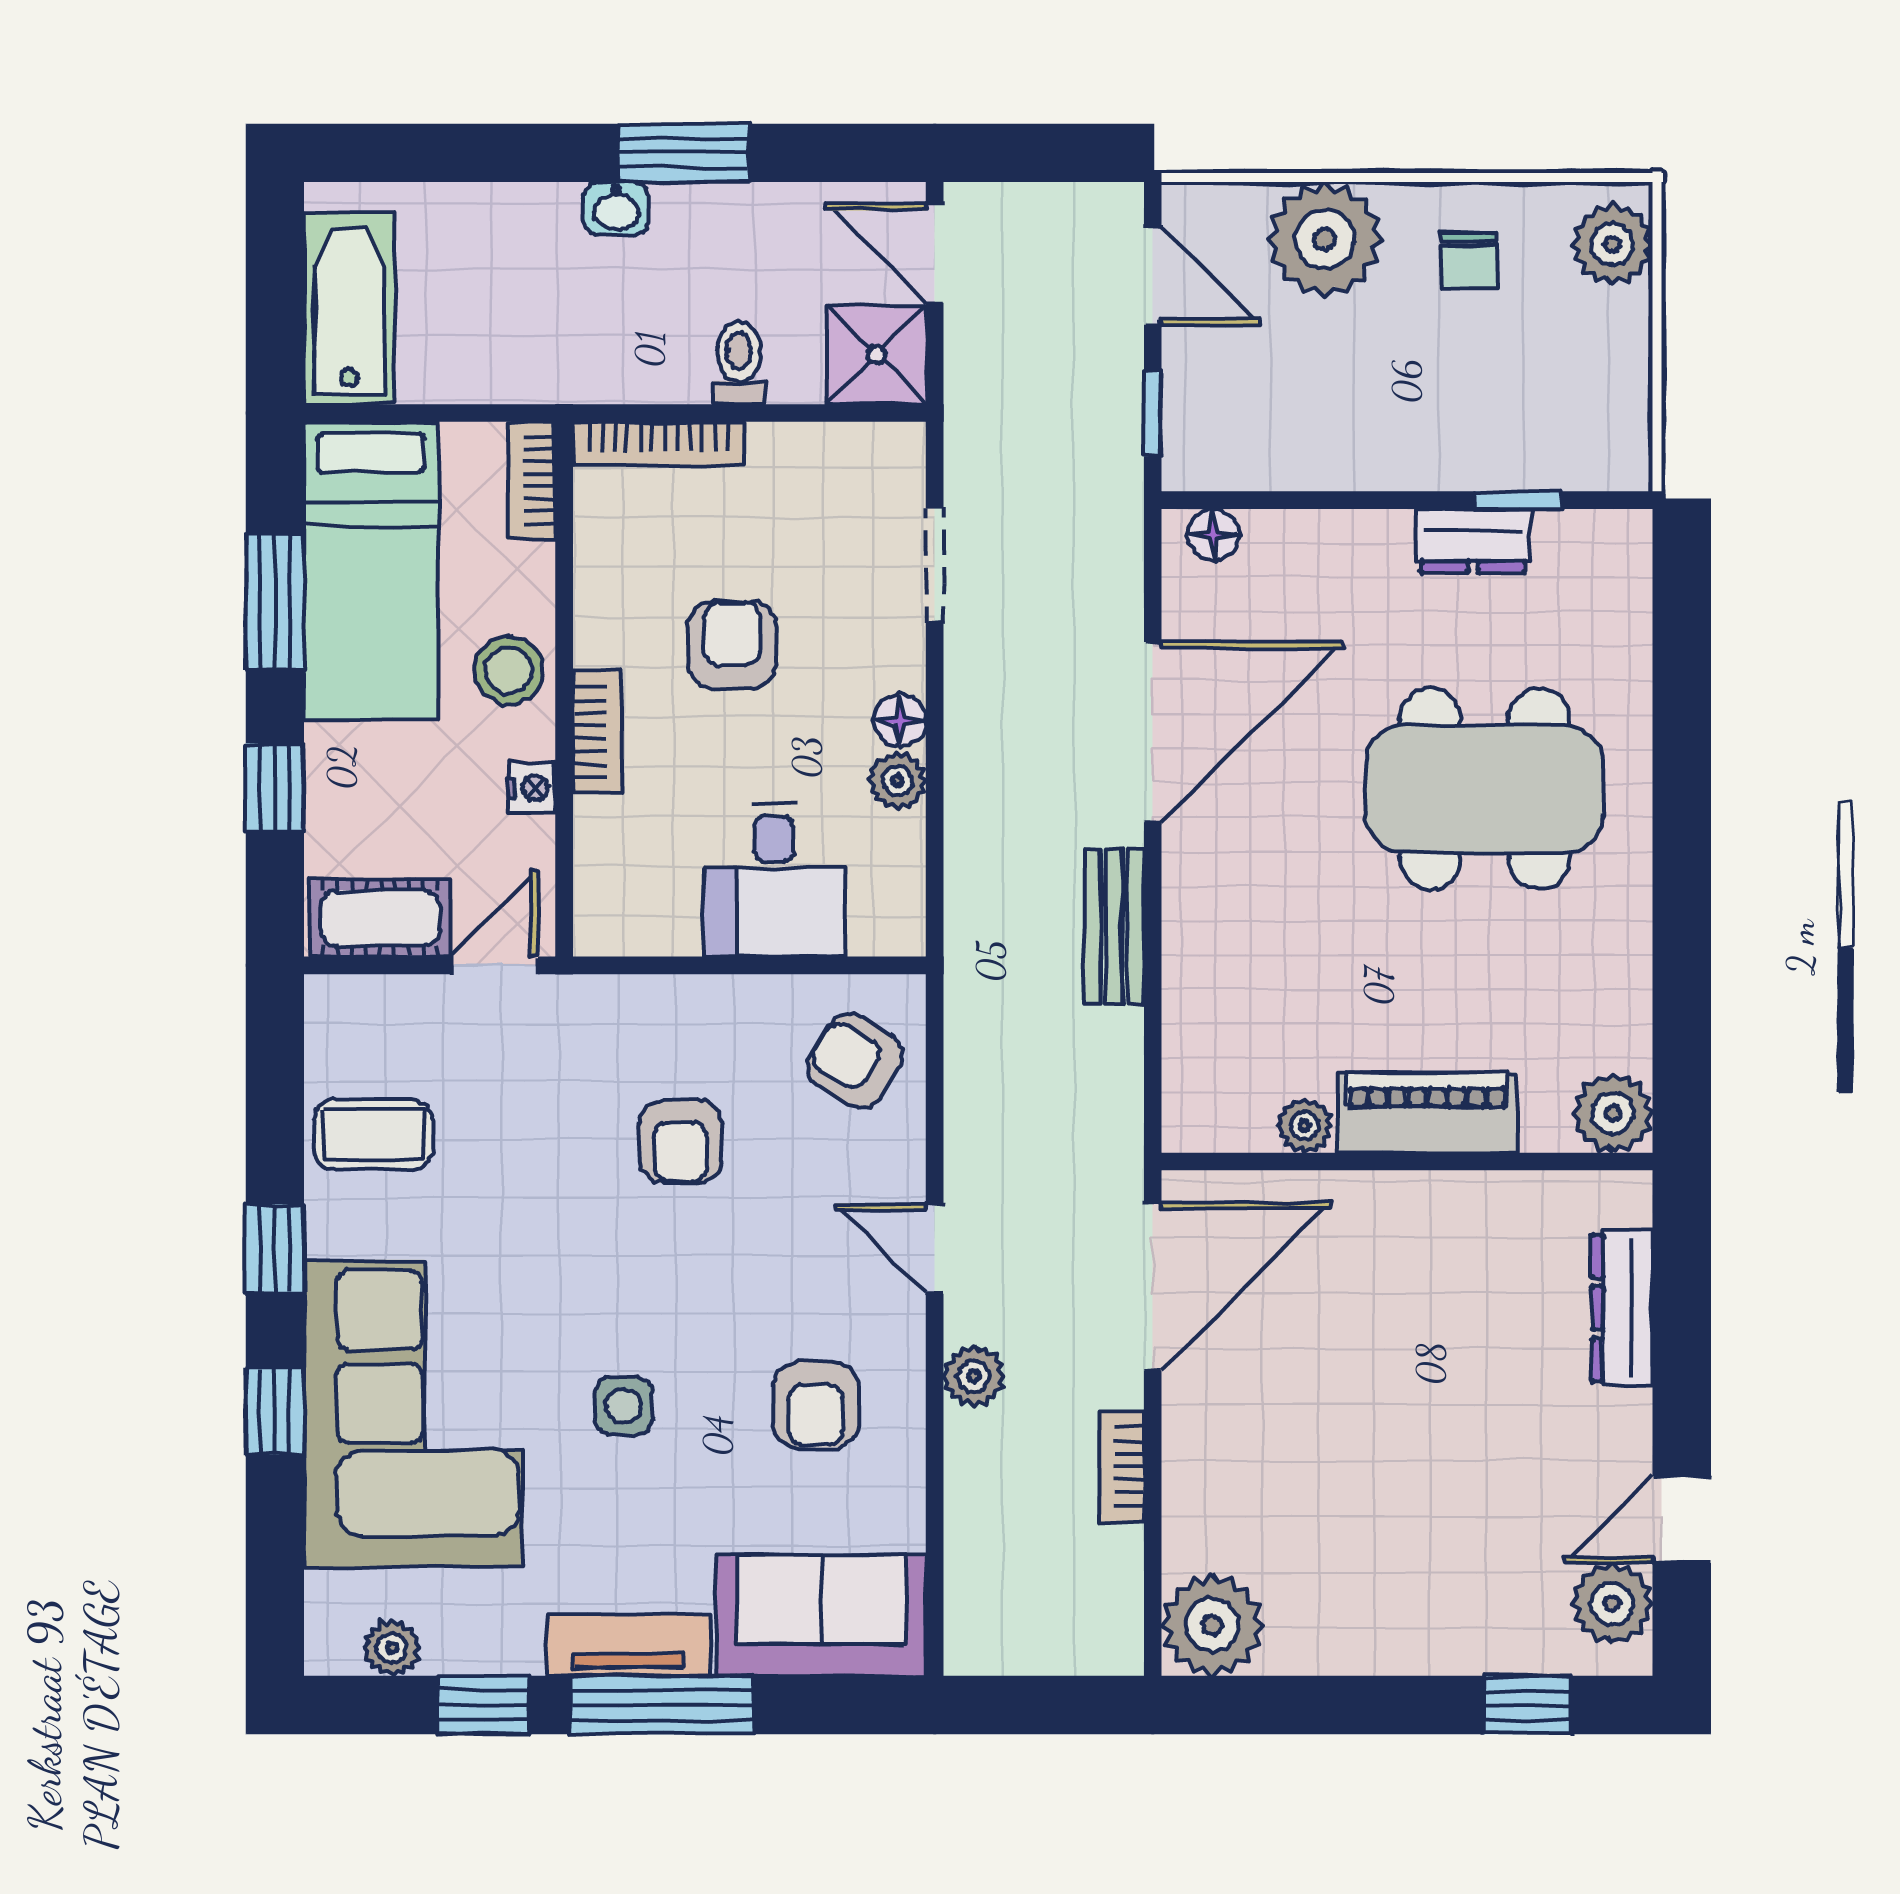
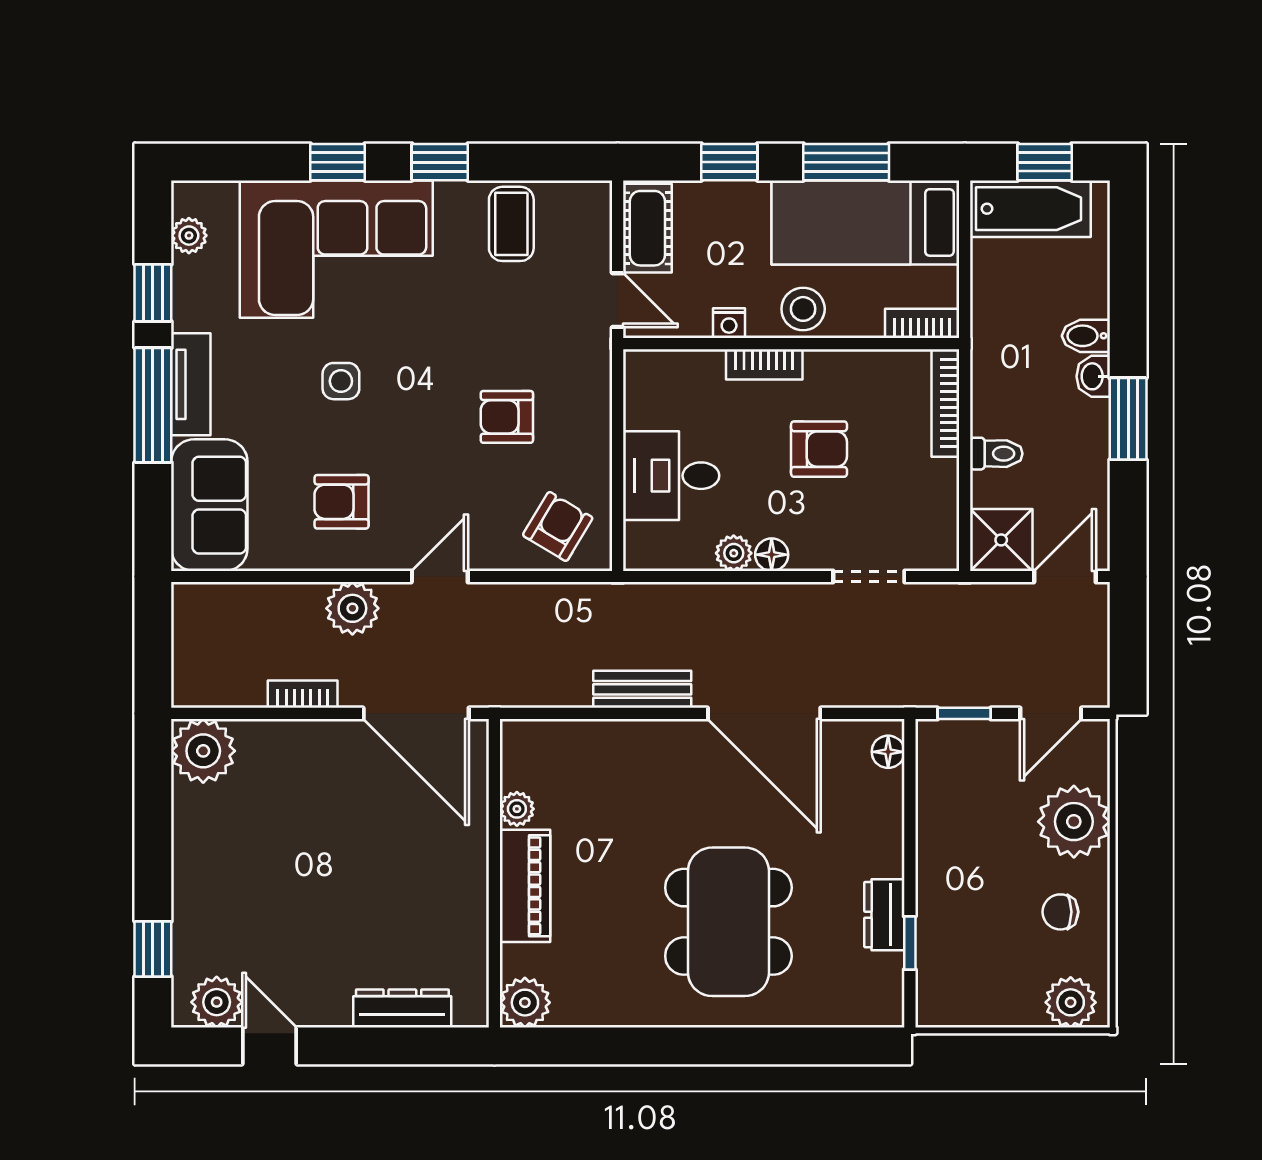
bidet: (552, 220) -> (1086, 336), added
window: (275, 286) -> (1045, 162), added
plant: (974, 1376) -> (352, 608), width x1.38, depth x1.38

